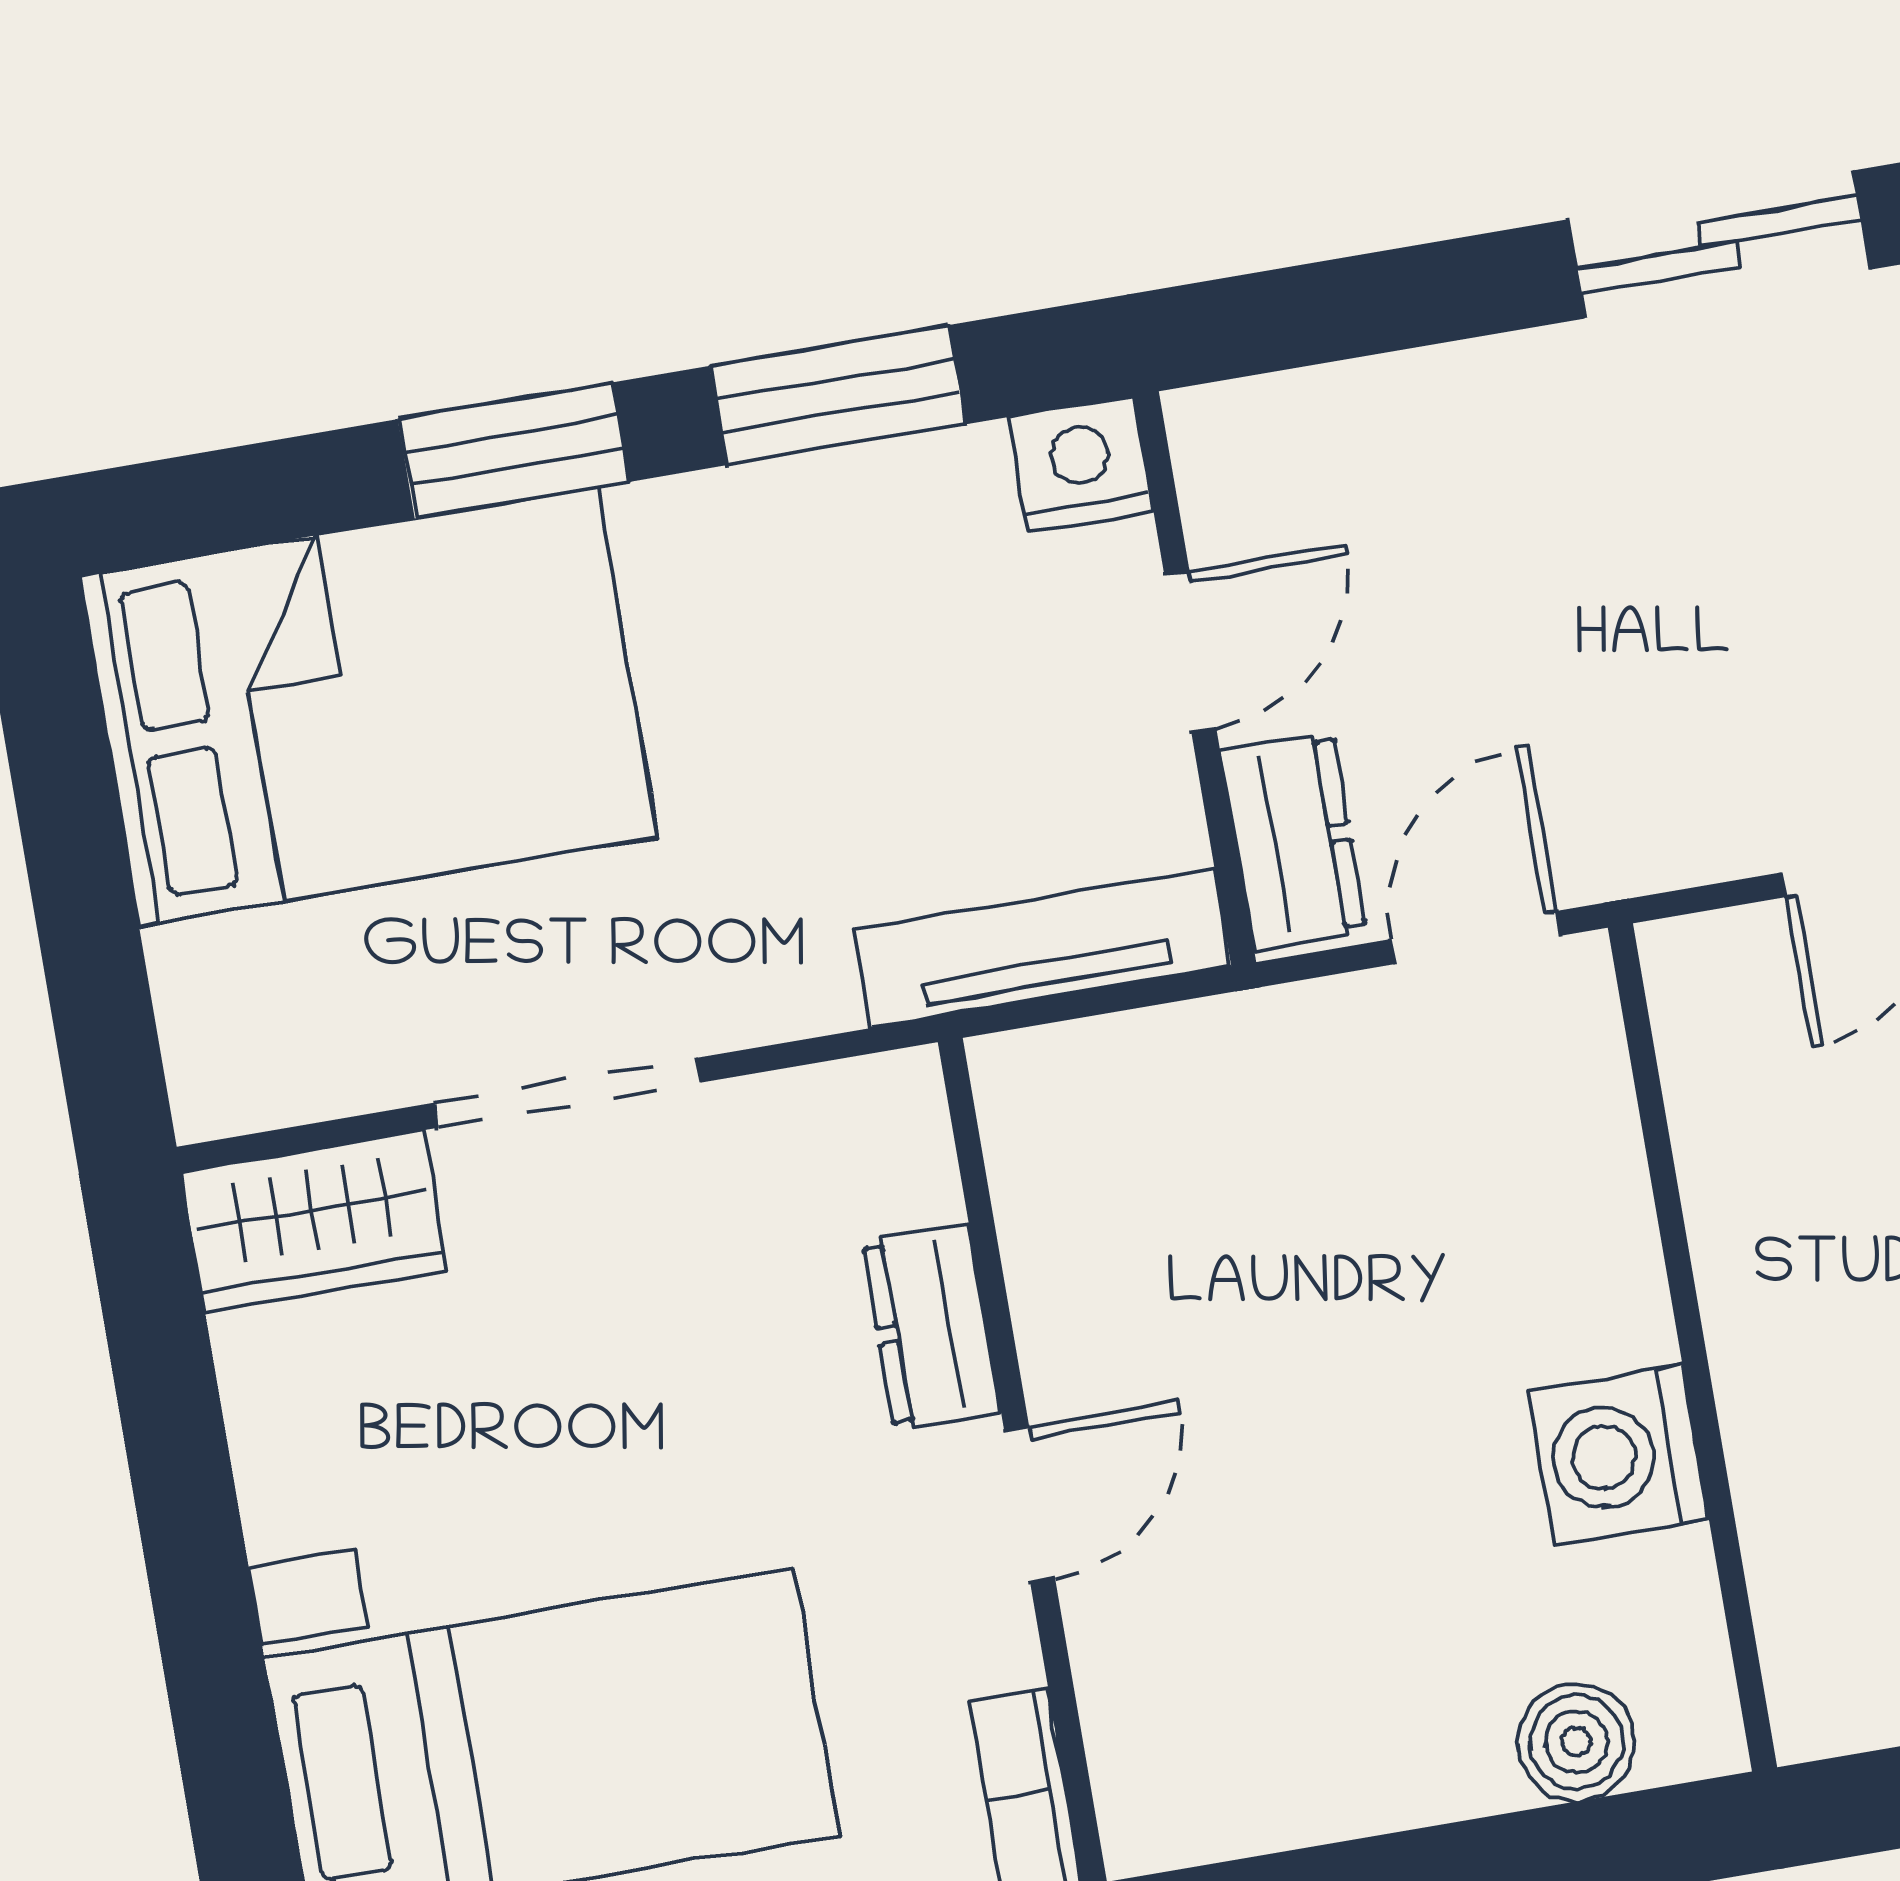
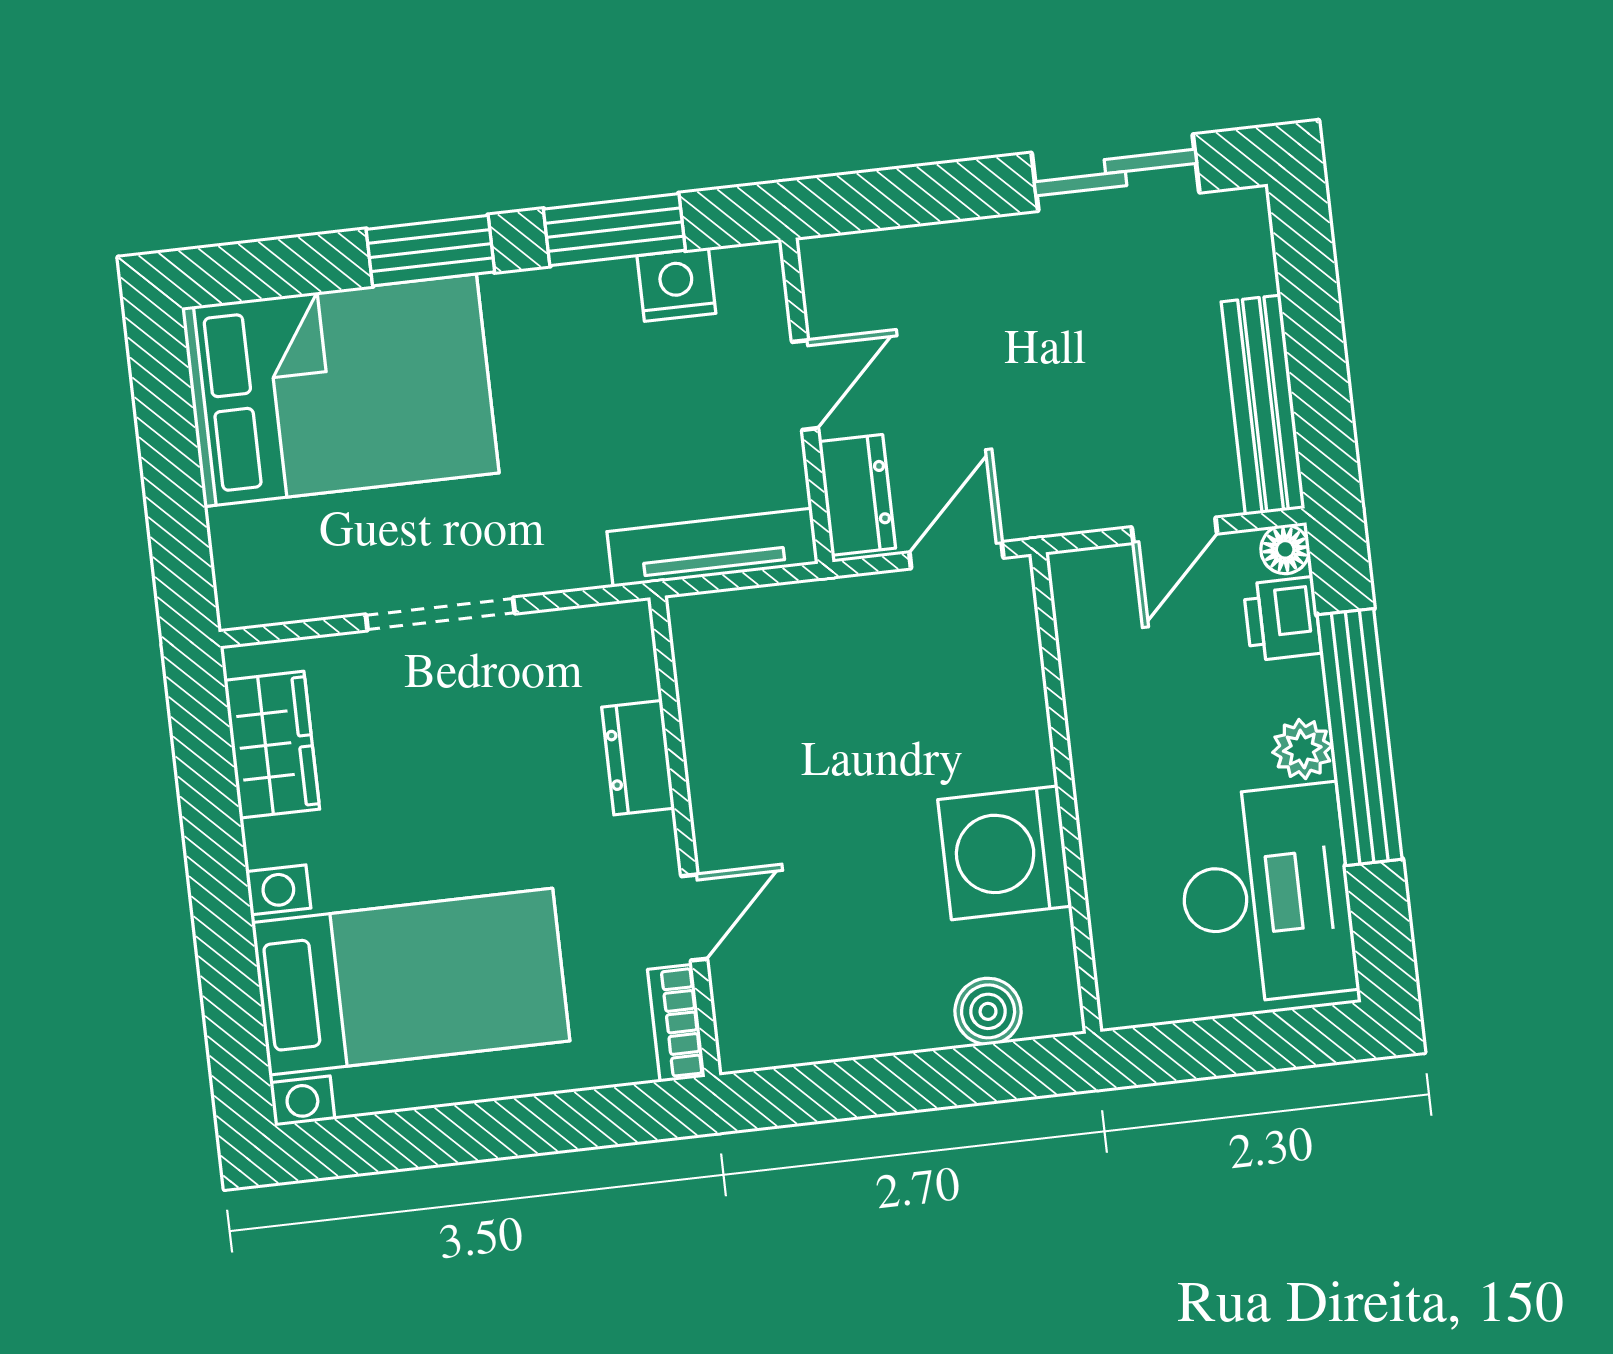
nightstand: (1081, 464) -> (676, 284), moved
wardrobe: (314, 1221) -> (272, 745), moved, turned -90
washing machine: (1619, 1455) -> (1005, 853), width x1.37, depth x1.37
door: (1030, 1504) -> (694, 918), moved

